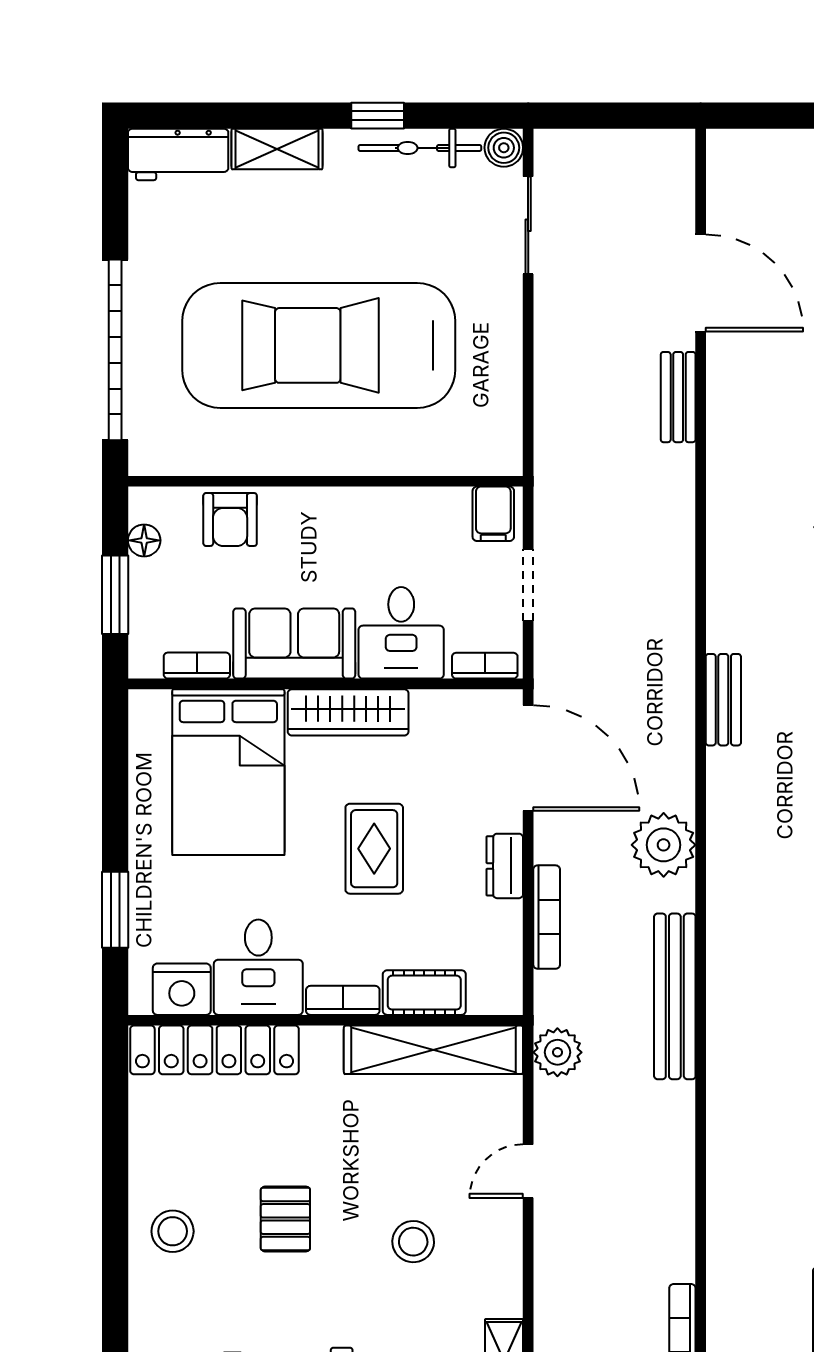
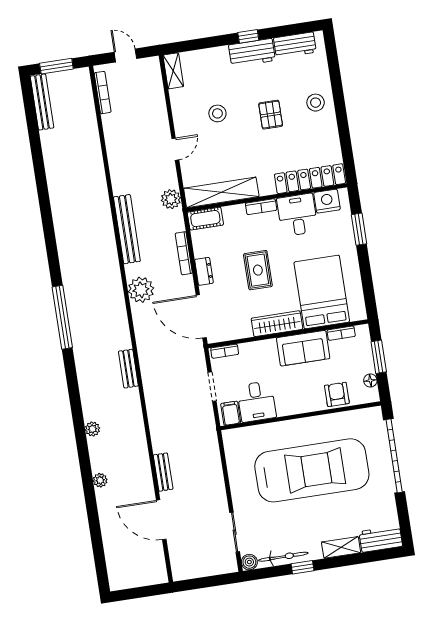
desk: (401, 633) -> (256, 402), moved, turned 180
bench: (723, 700) -> (128, 369), moved
cot: (424, 993) -> (205, 219), moved

